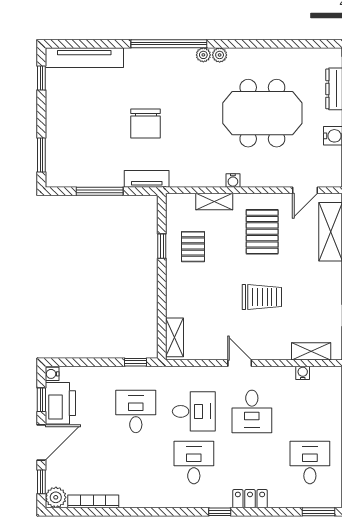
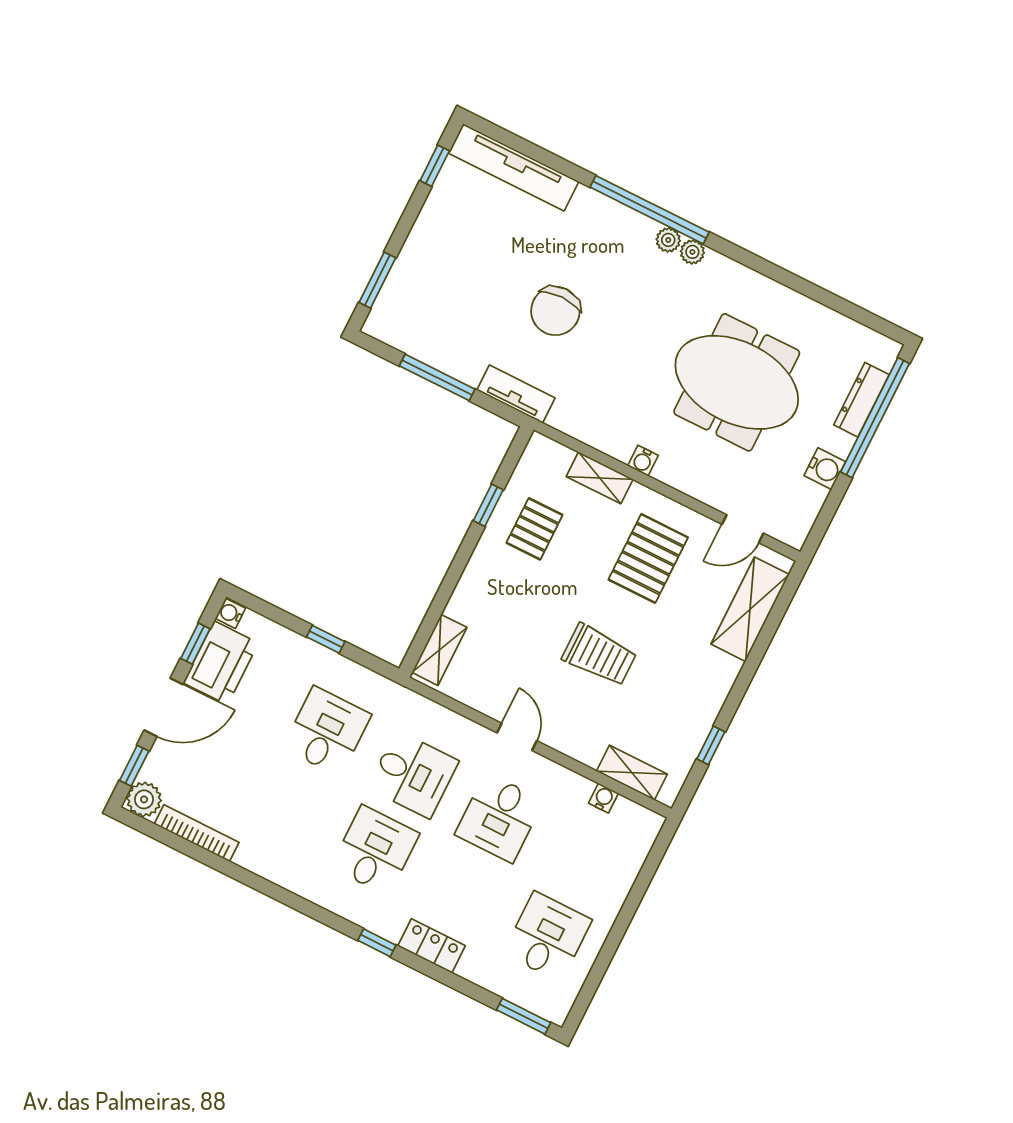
plant: (220, 55) -> (668, 240), moved
window: (136, 362) -> (326, 639), moved

